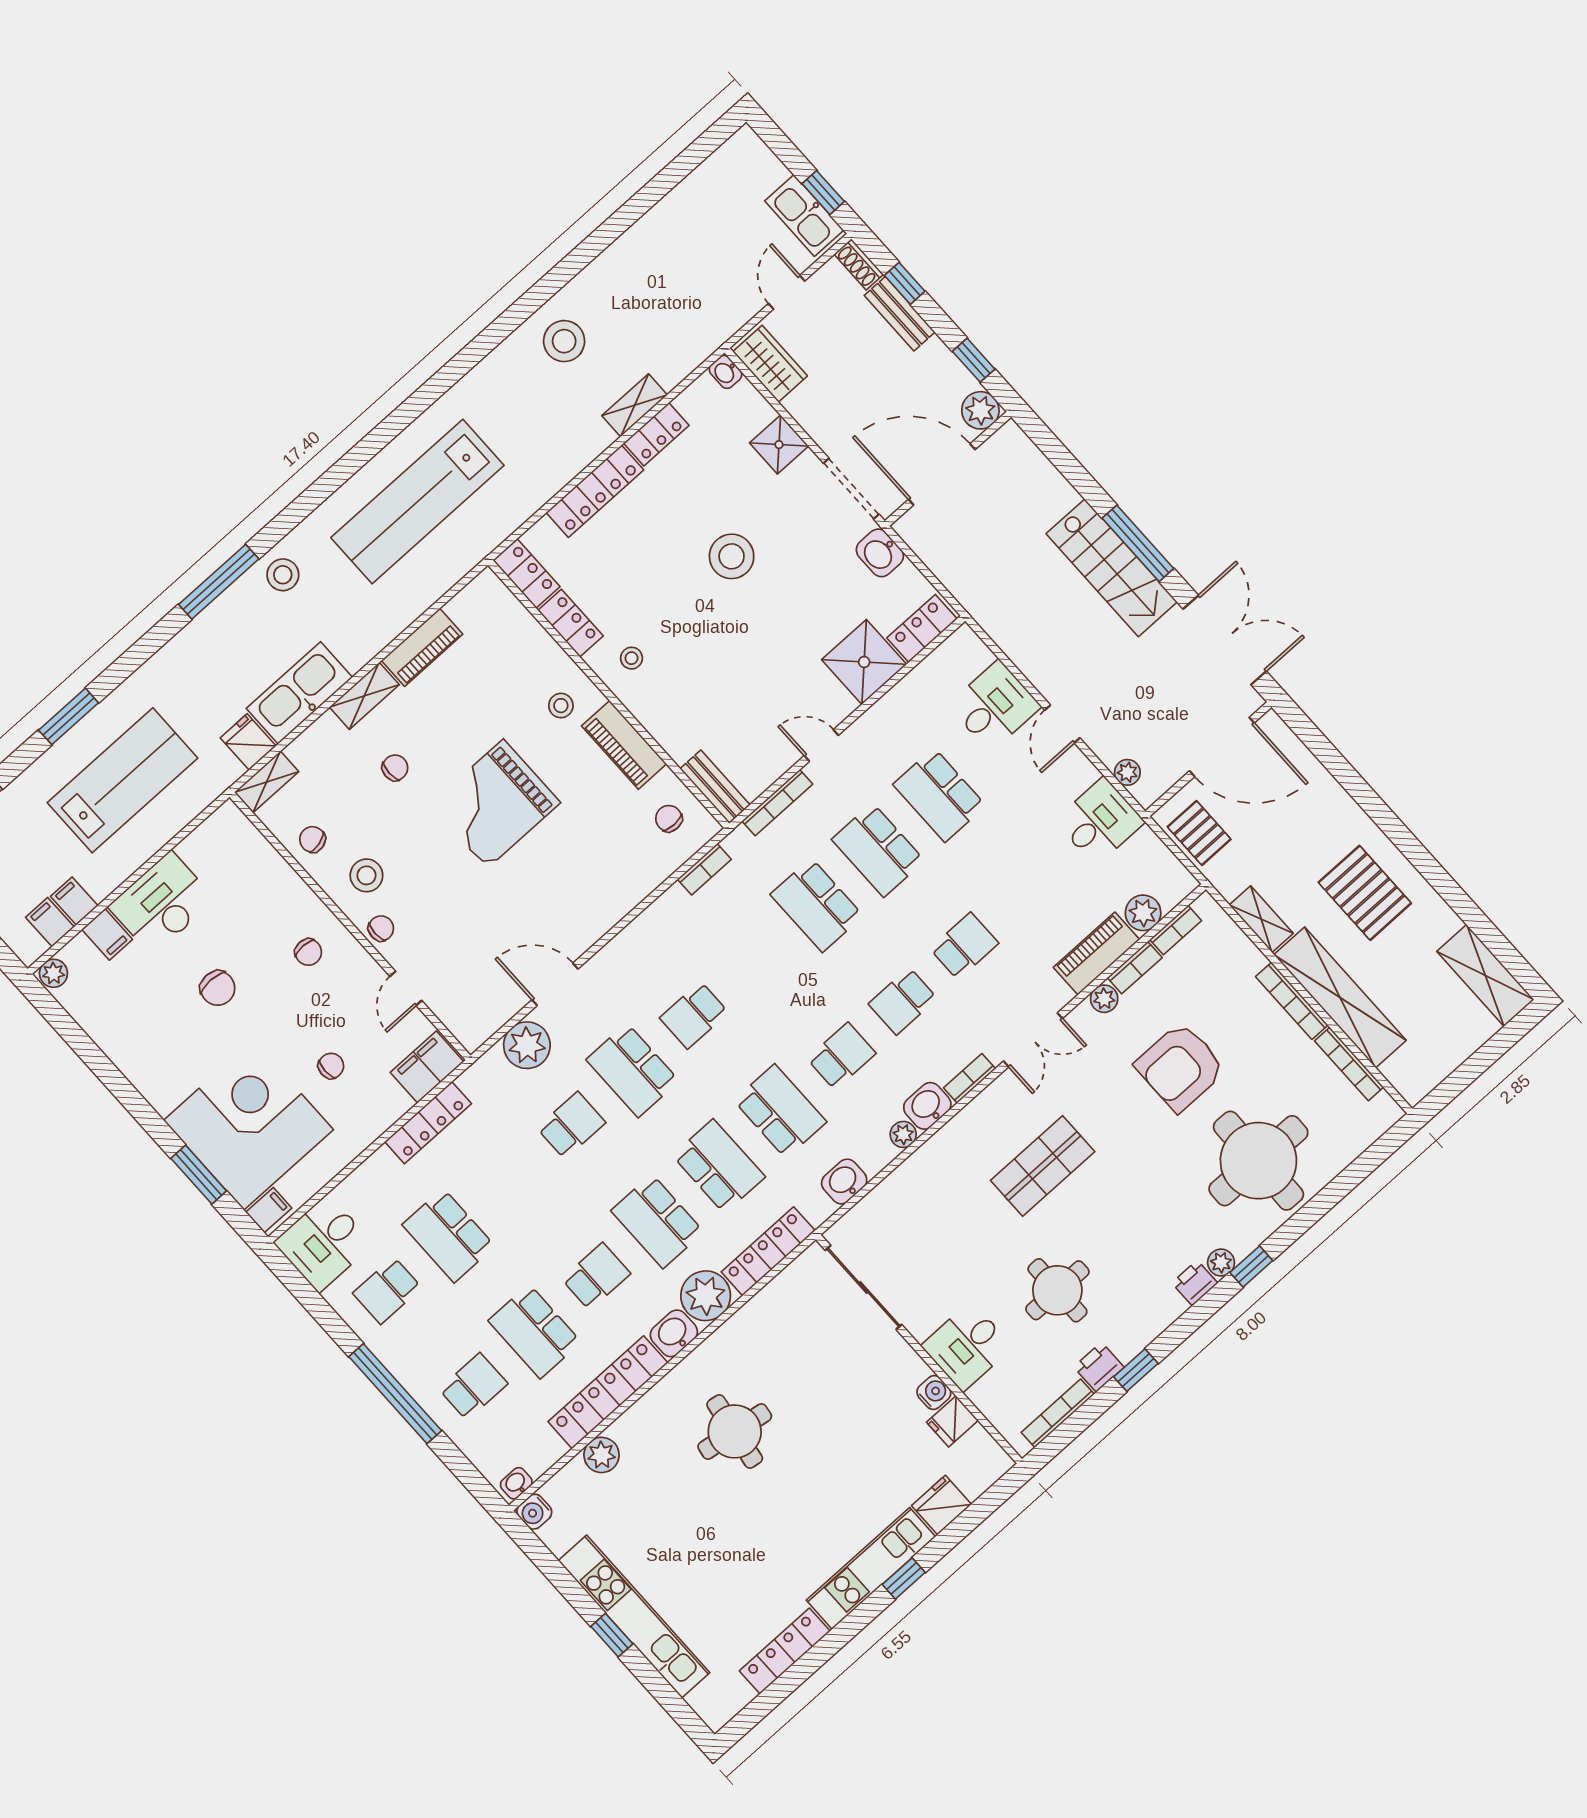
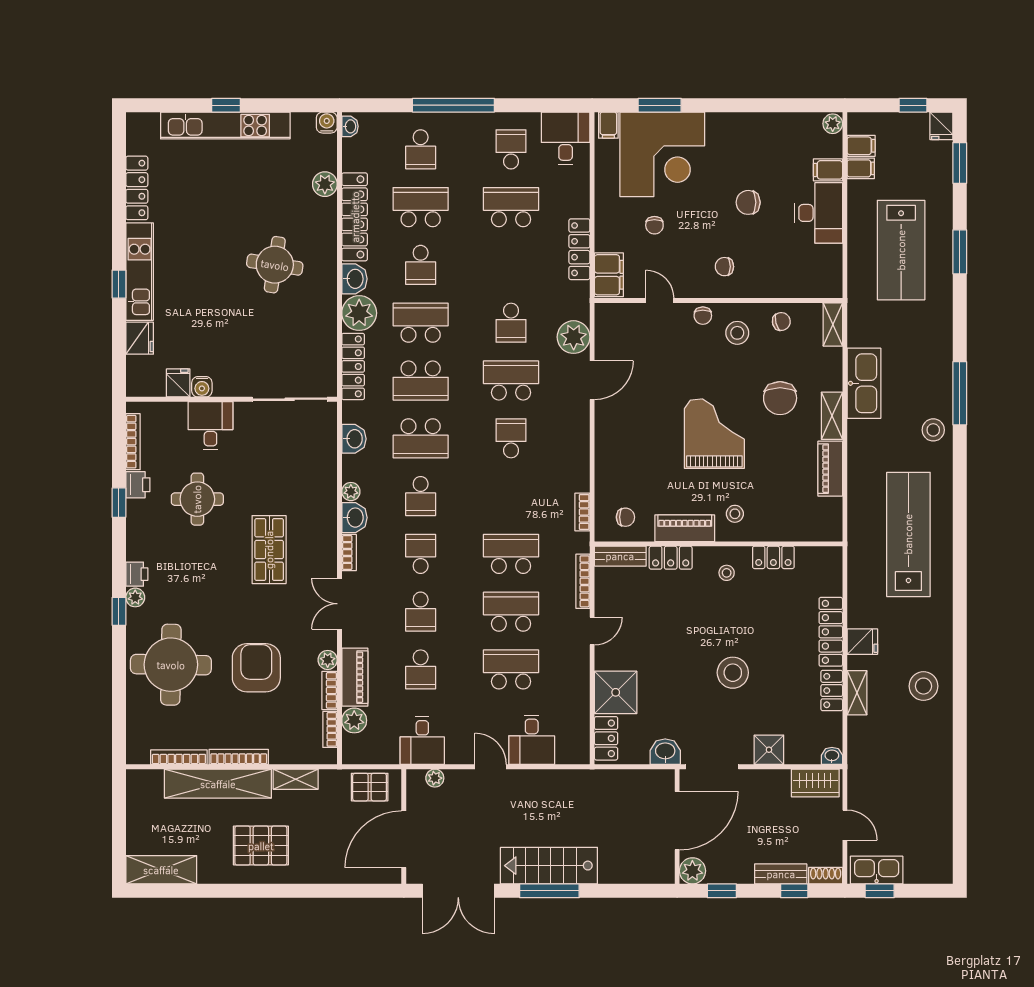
locker: (527, 573) -> (671, 558), moved
fridge: (248, 742) -> (862, 642), moved
chair: (395, 768) -> (780, 398), width x1.87, depth x1.87
school desk: (1026, 891) -> (421, 669), added

